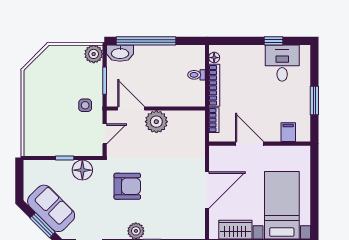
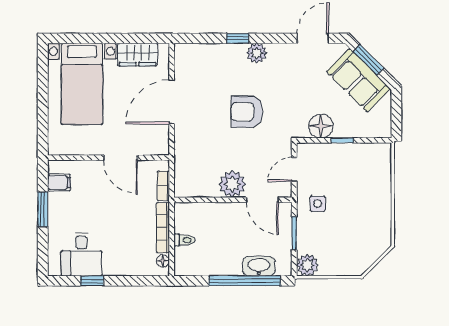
washbasin: (120, 53) -> (259, 266), moved
filing cabinet: (288, 132) -> (59, 182), moved, turned -90
armchair: (127, 186) -> (247, 112), moved

